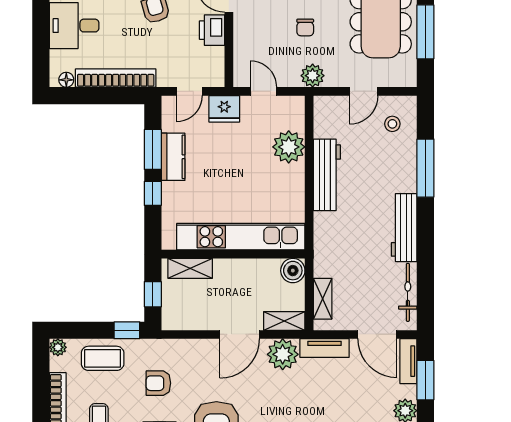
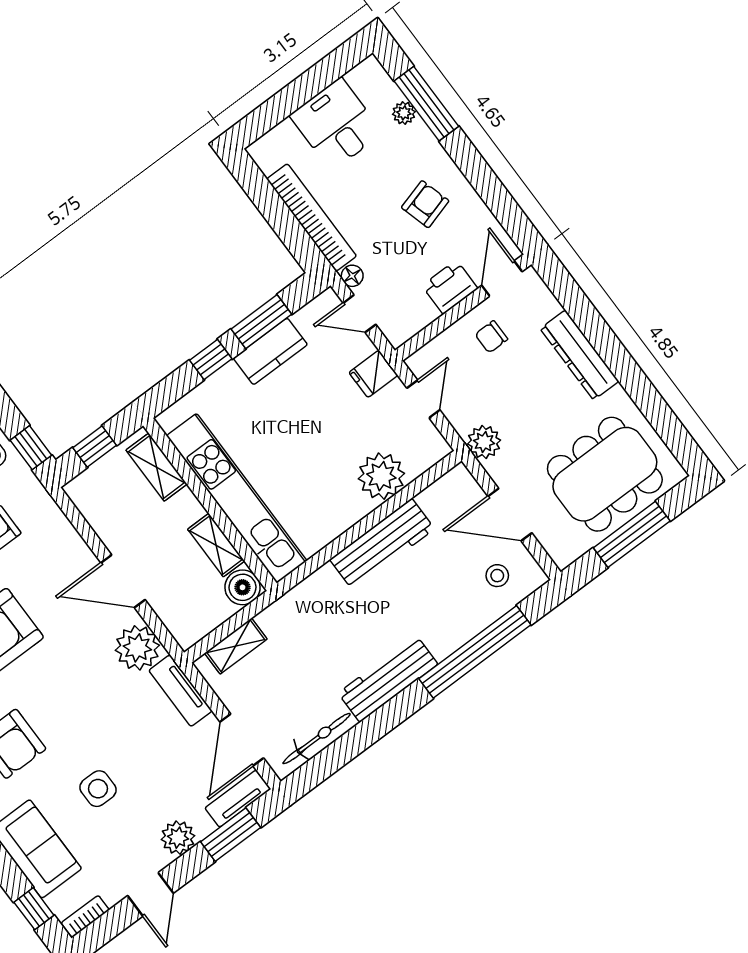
chair: (305, 27) -> (491, 337), moved
floor lamp: (66, 80) -> (352, 276), moved
door: (364, 91) -> (510, 515), width x1.38
fridge: (224, 109) -> (373, 374), width x0.72
window: (425, 168) -> (475, 652), width x1.46
shelving: (284, 321) -> (216, 545), moved

